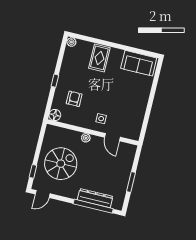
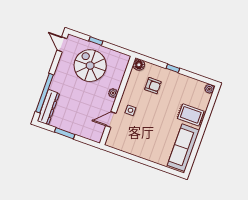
sofa: (139, 63) -> (183, 148), width x1.36
spiral stairs: (61, 164) -> (90, 66), turned 180
window: (33, 171) -> (96, 41), moved
dresser: (95, 198) -> (48, 107), moved

